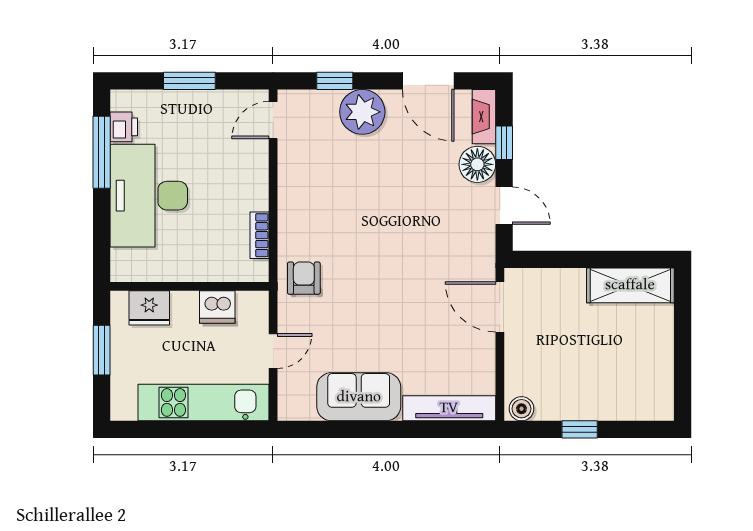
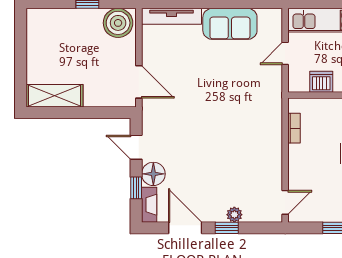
window: (335, 81) -> (227, 228), moved
plant: (362, 112) -> (234, 215), width x0.53, depth x0.53
armchair: (304, 278) -> (265, 100), removed
boiler: (521, 409) -> (118, 23), width x1.86, depth x1.86

